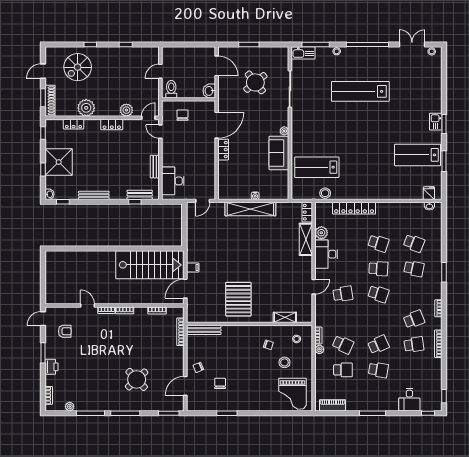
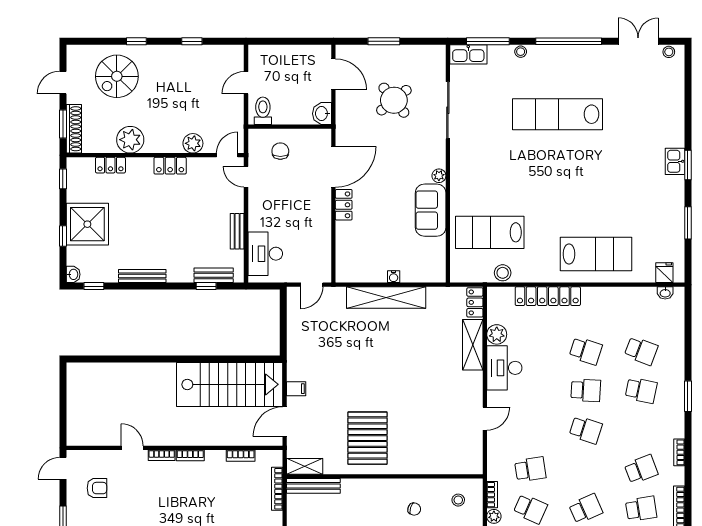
lab bench: (418, 155) -> (596, 254), moved, turned 180
school desk: (343, 294) -> (530, 469), moved
shelving: (285, 317) -> (305, 466), moved

